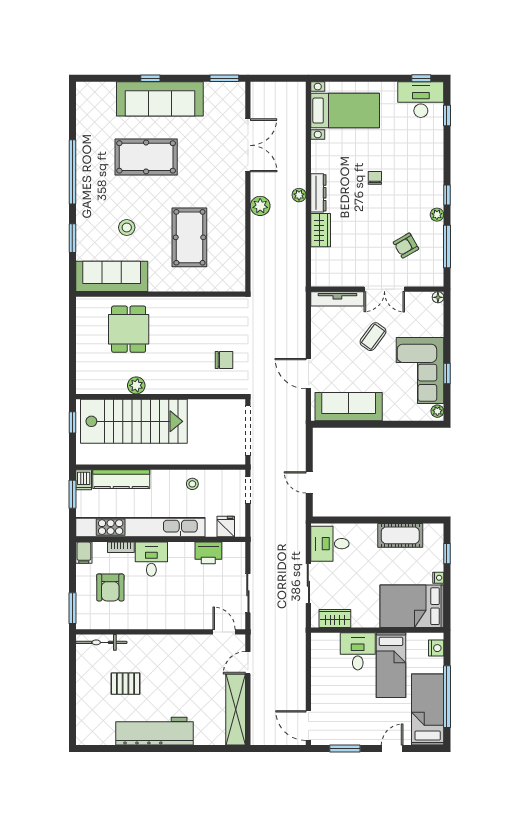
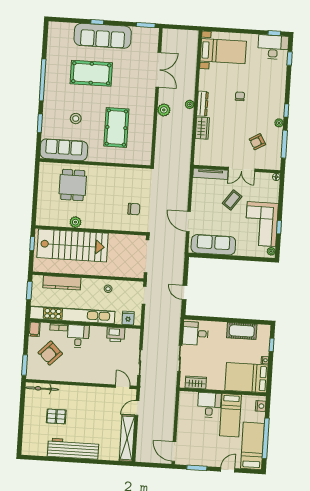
dishwasher: (84, 480) -> (37, 282), removed
armchair: (110, 587) -> (50, 353), turned 44

